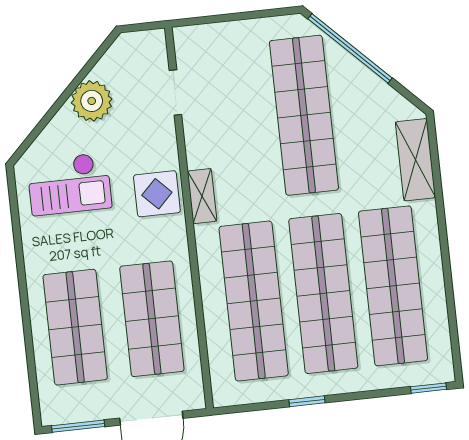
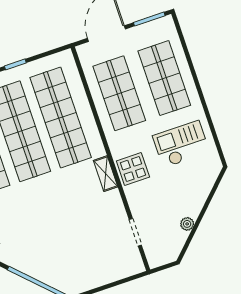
plant: (92, 101) -> (187, 224), width x0.53, depth x0.53
shop shelf: (304, 115) -> (55, 236), removed
checkout: (69, 184) -> (181, 144), moved

